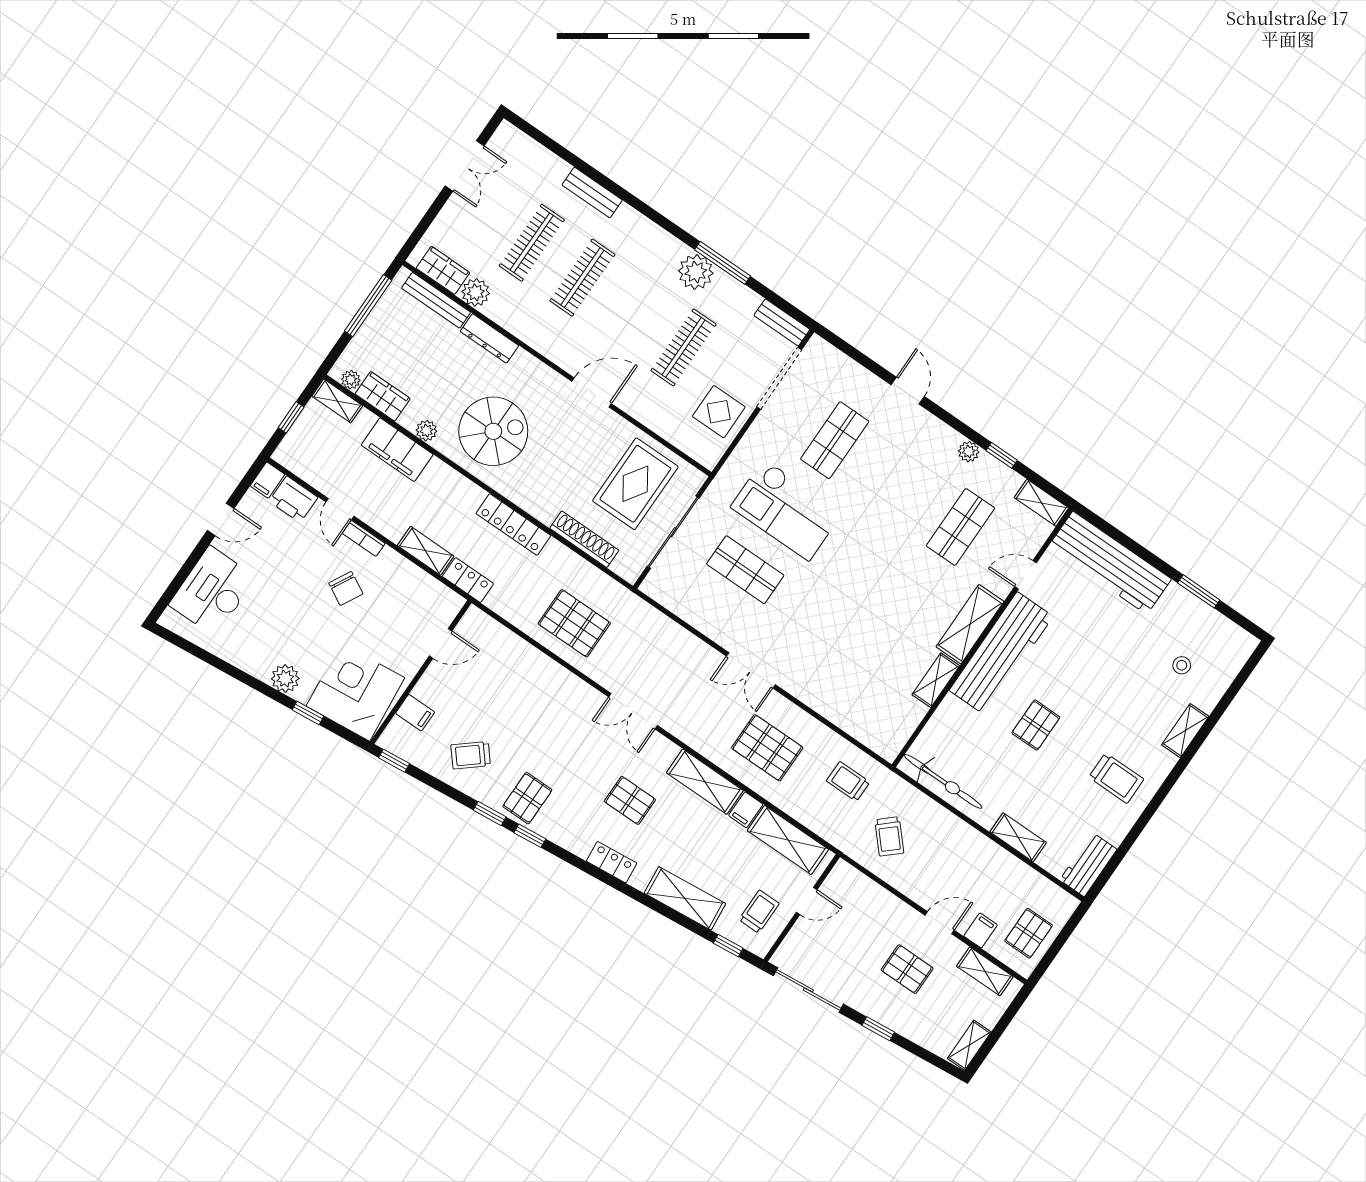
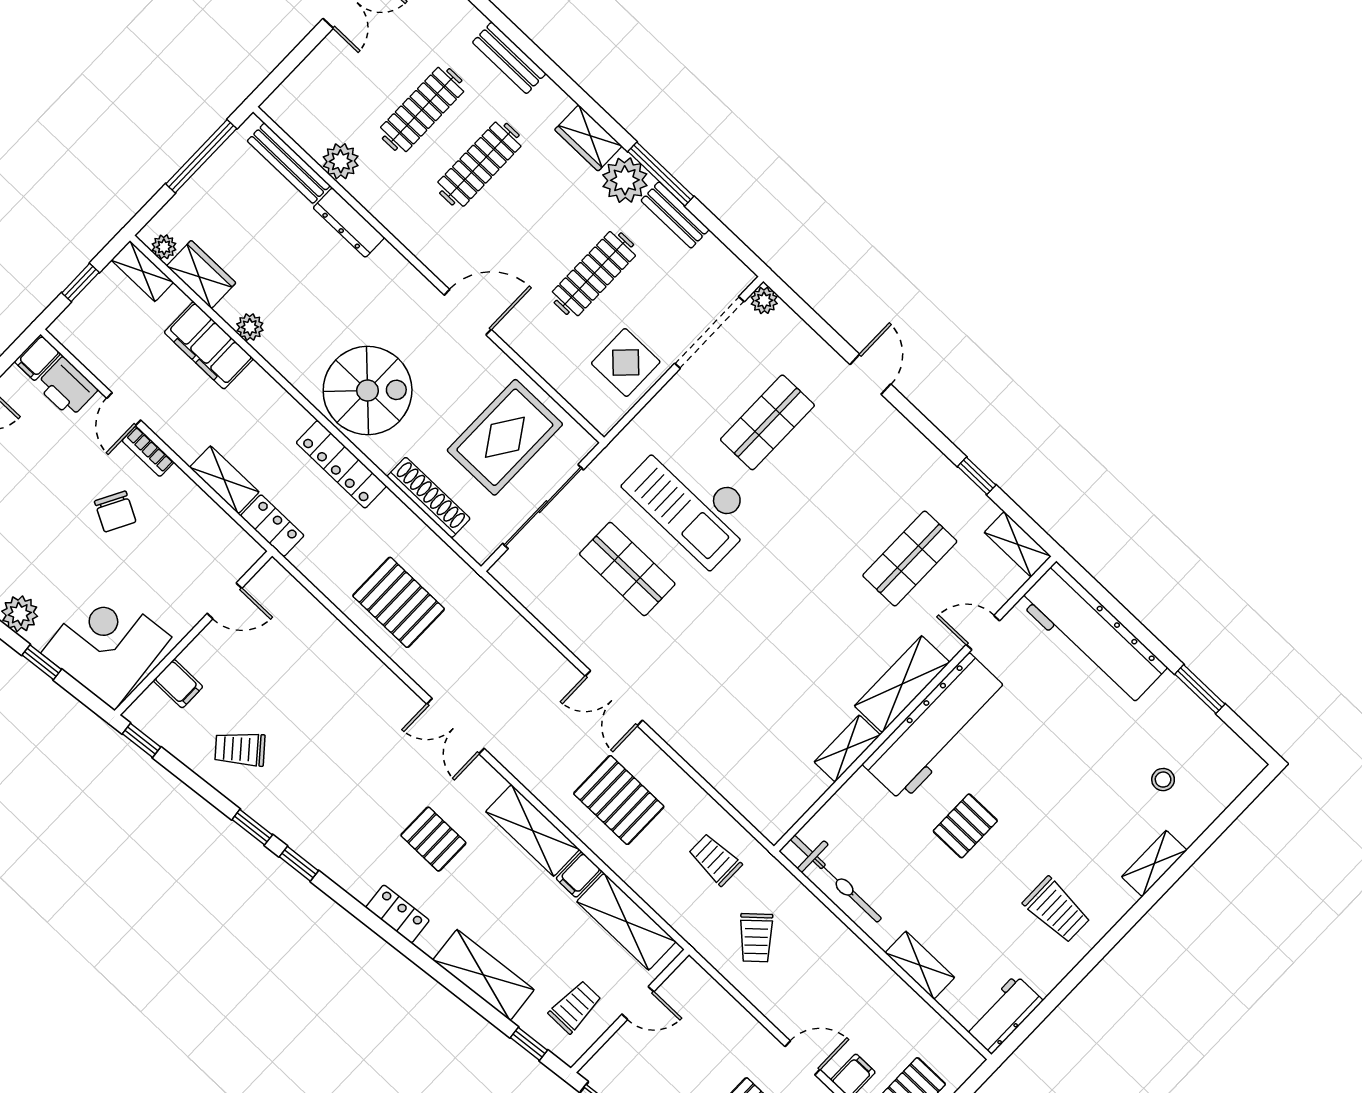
wardrobe: (443, 270) -> (588, 138), moved, turned 180
bench: (782, 322) -> (675, 215), moved
spiral stairs: (493, 431) -> (368, 391), moved
plant: (969, 452) -> (764, 300), moved
pallet: (527, 798) -> (303, 815), removed

